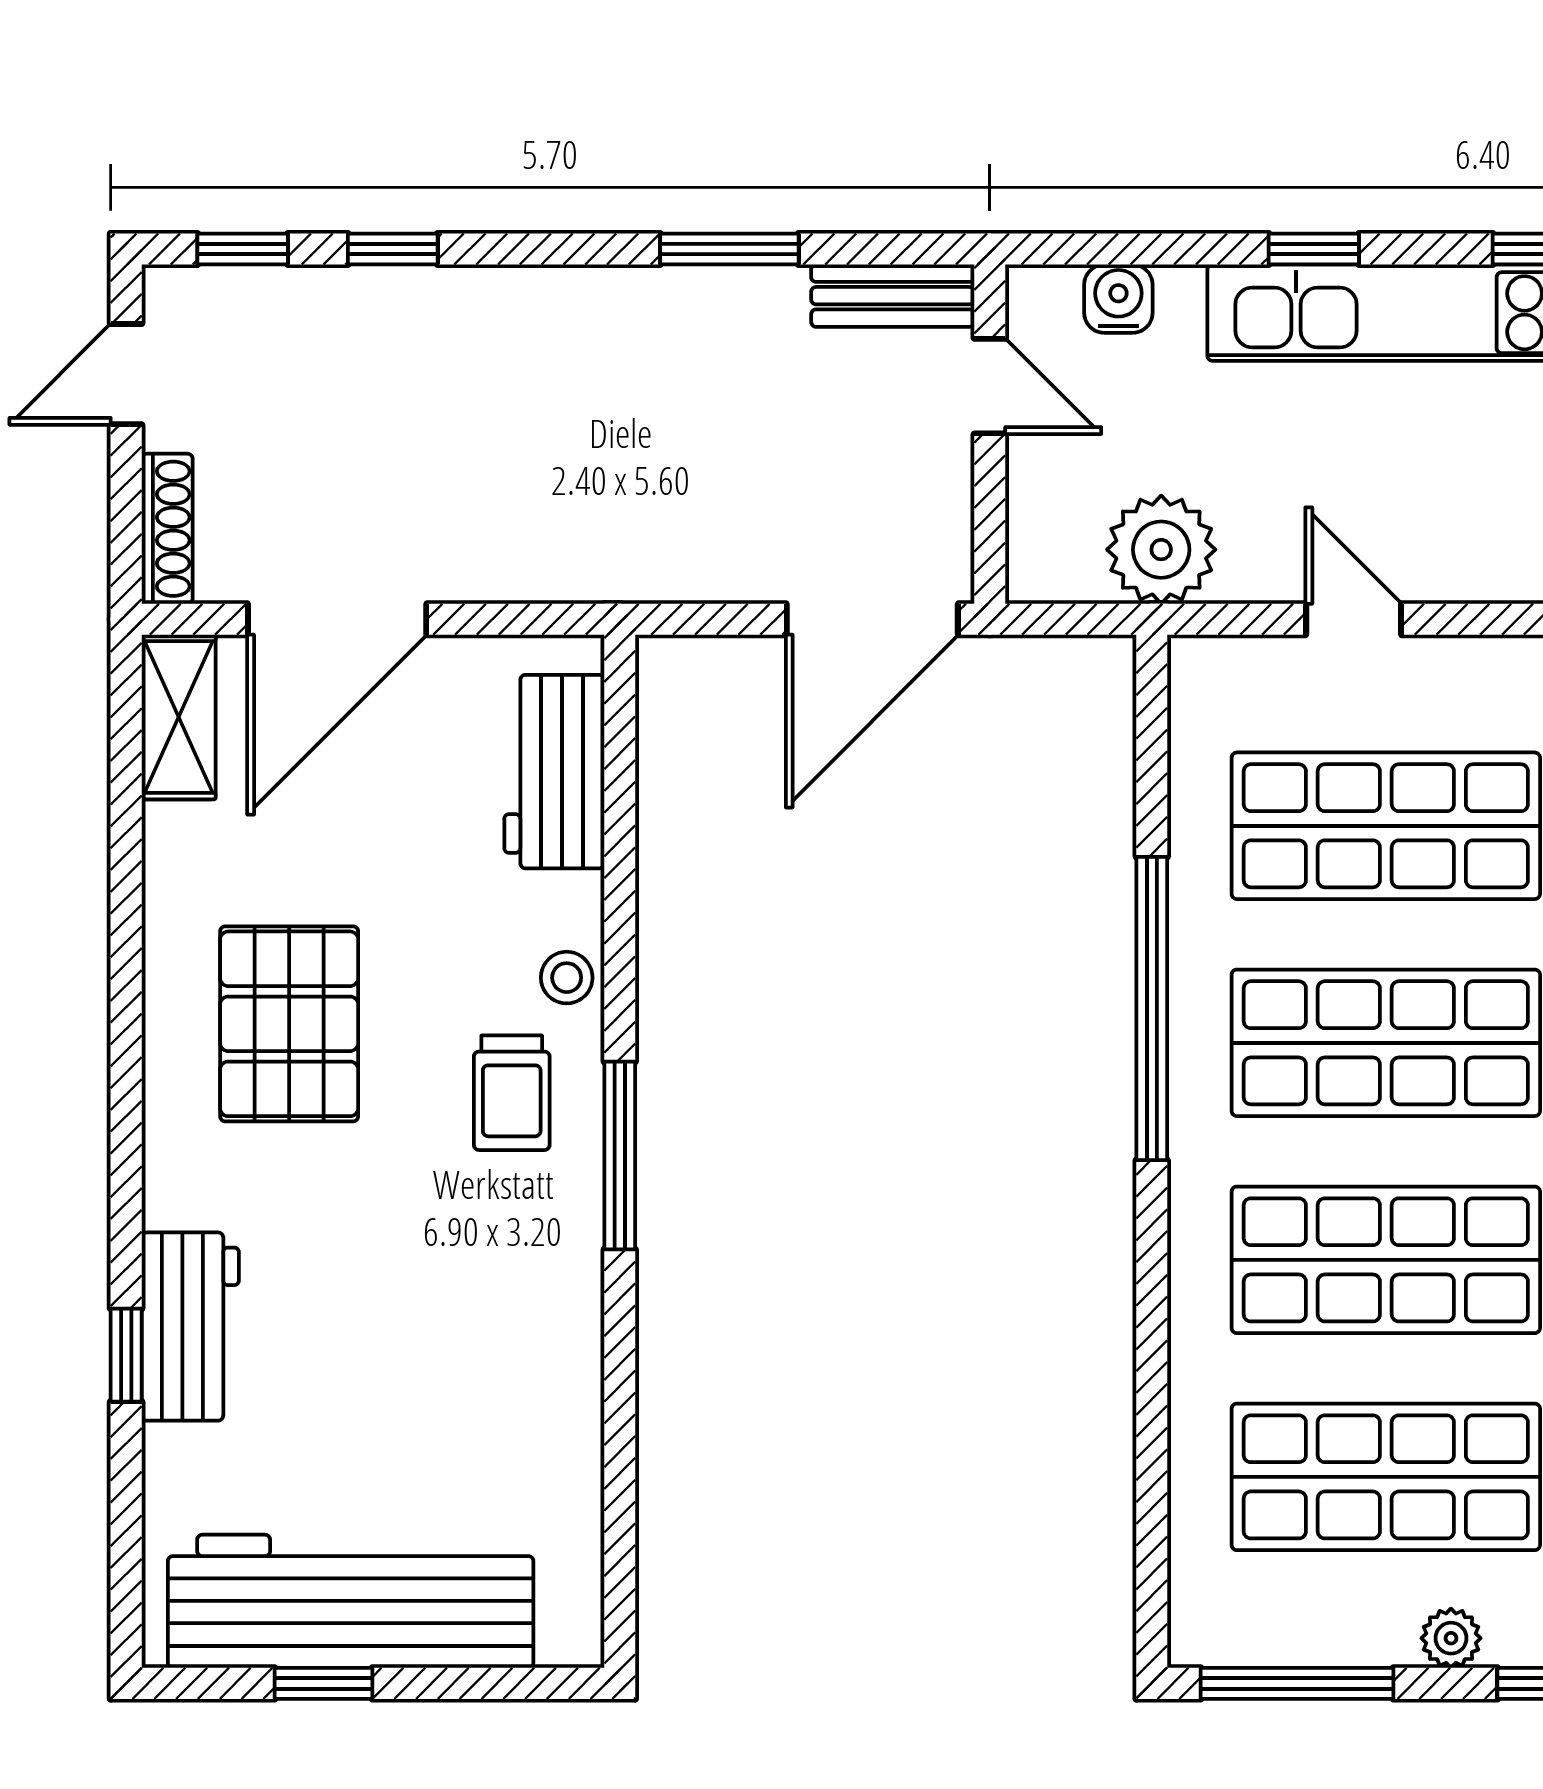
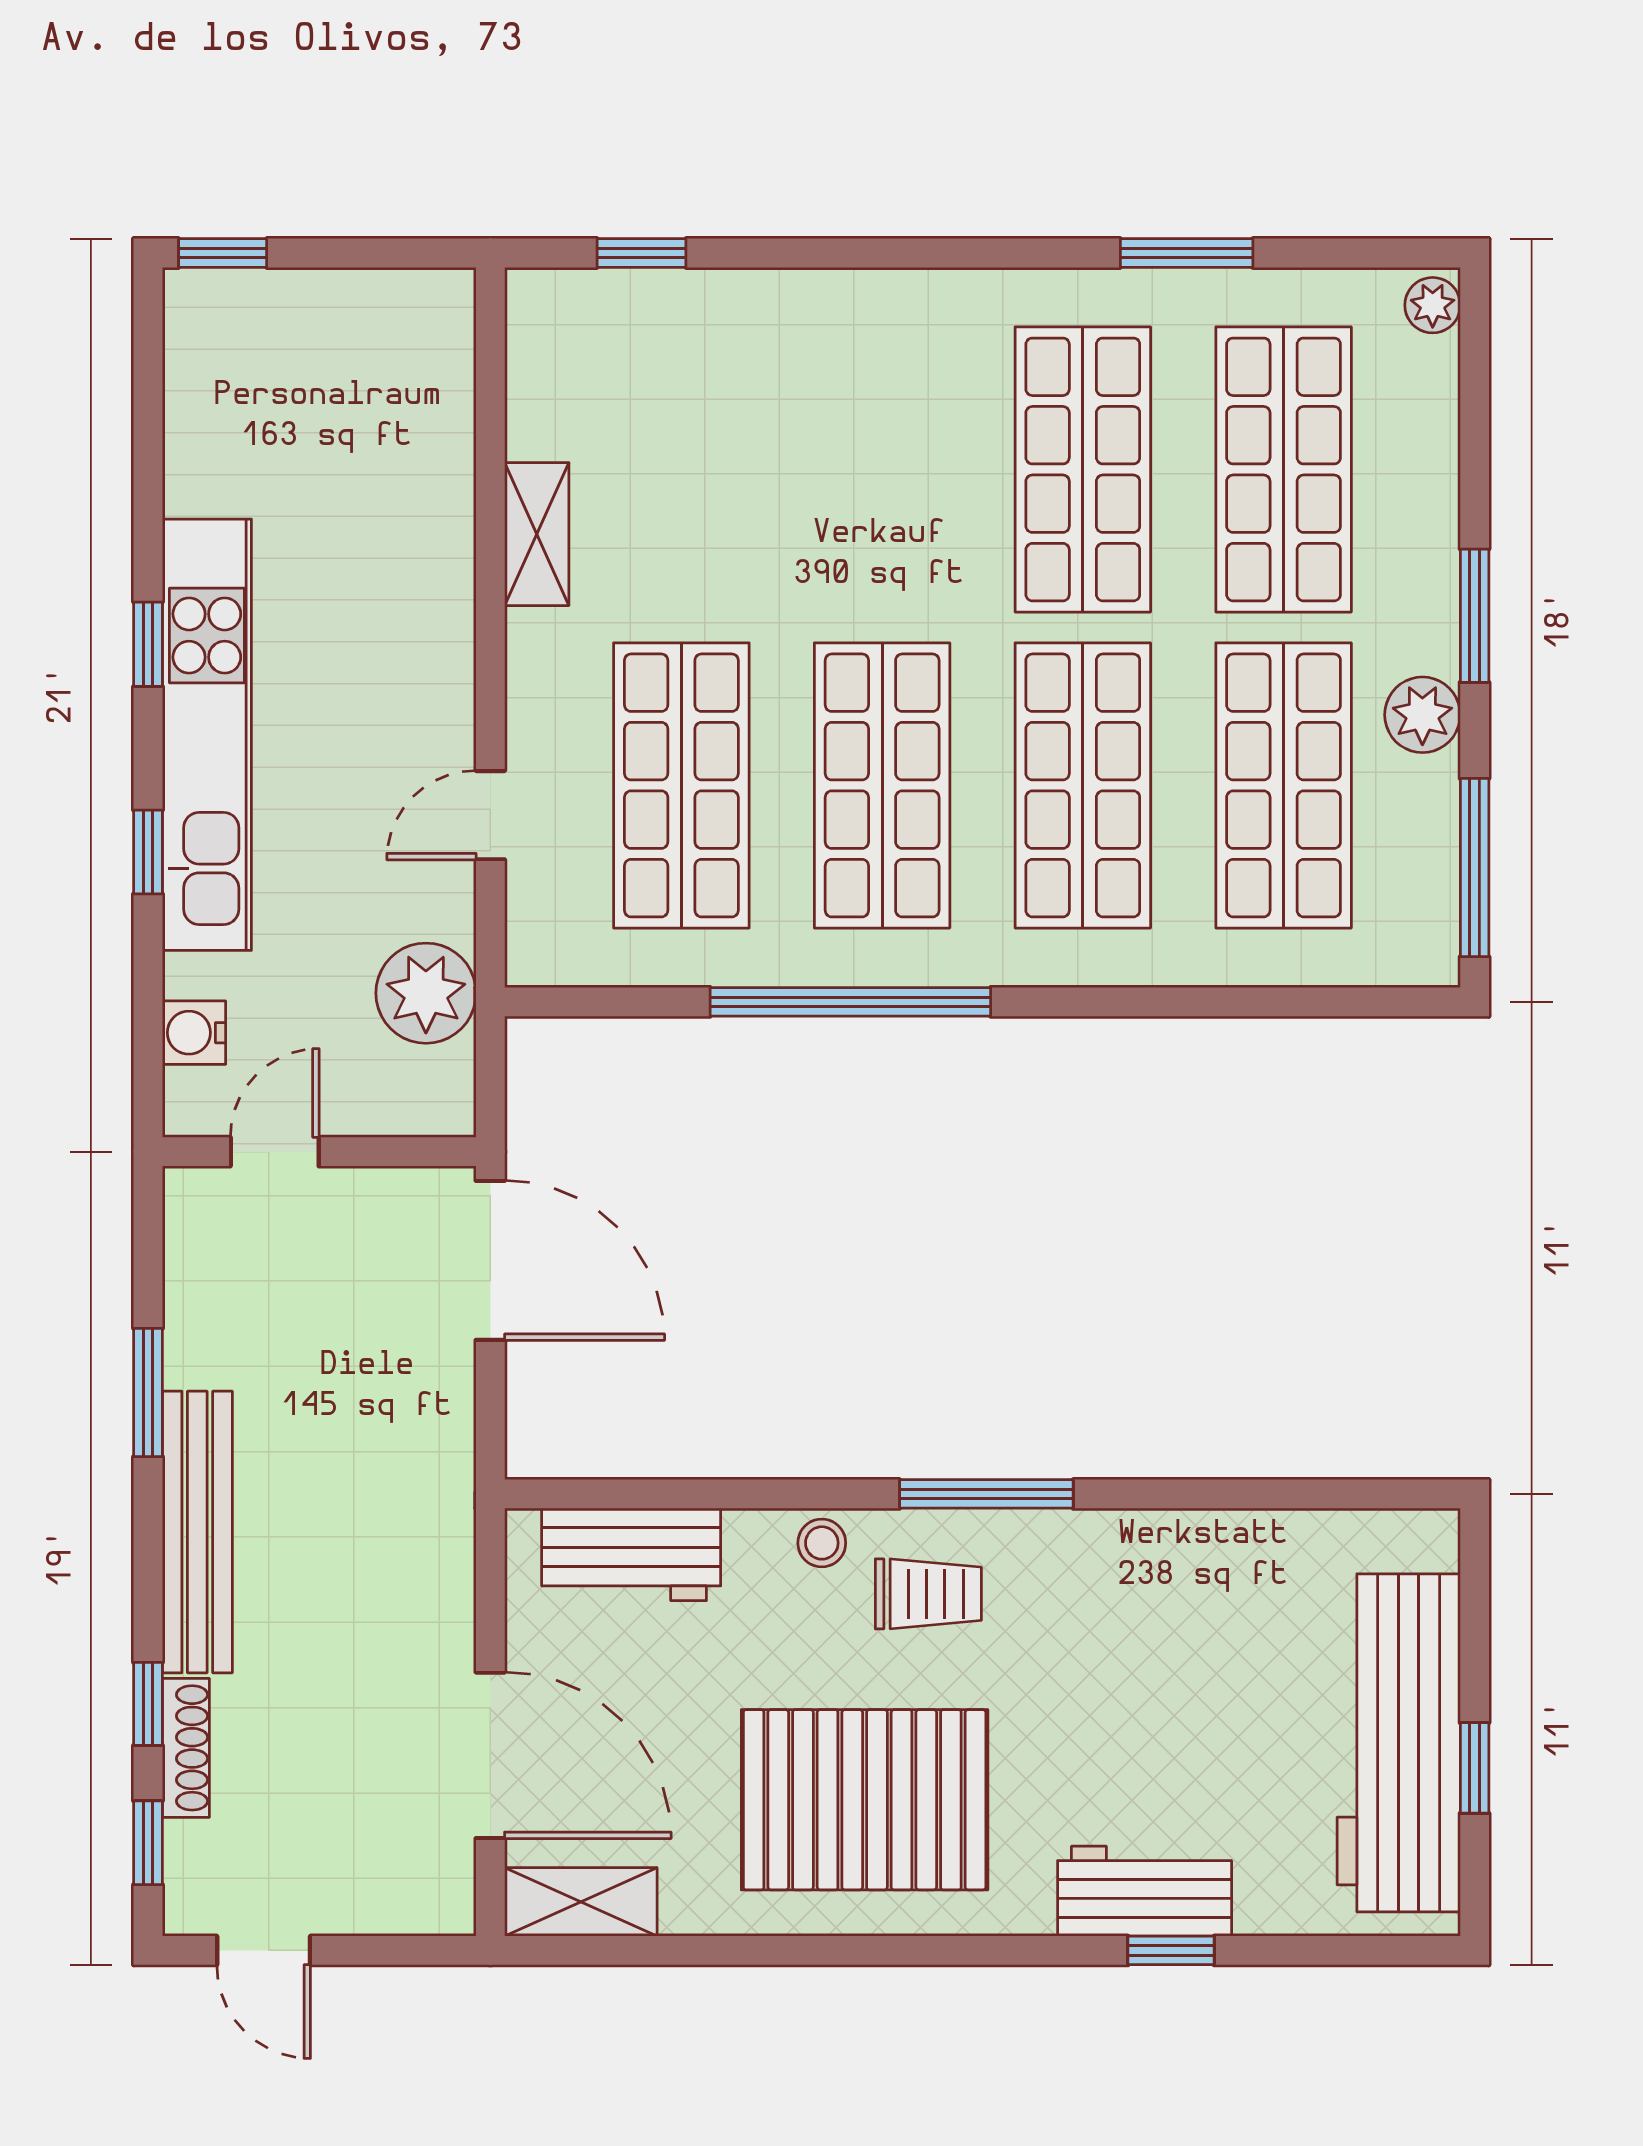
bench: (893, 296) -> (197, 1532), moved, width x1.86, depth x1.21
shoe rack: (167, 529) -> (186, 1748), moved, turned 90
pallet: (289, 1024) -> (865, 1800), width x1.37, depth x1.41
plant: (1451, 1638) -> (1422, 715), width x1.38, depth x1.38

